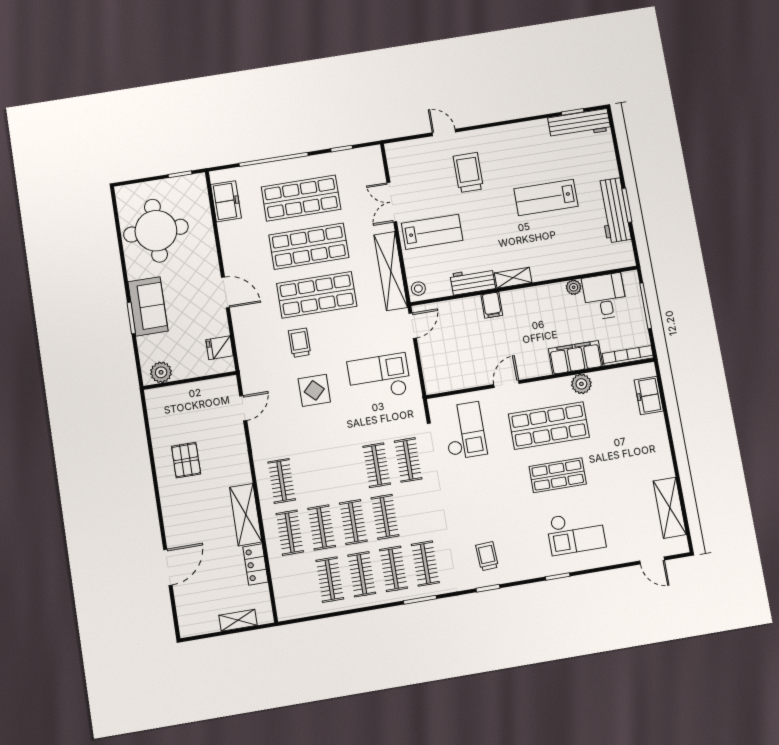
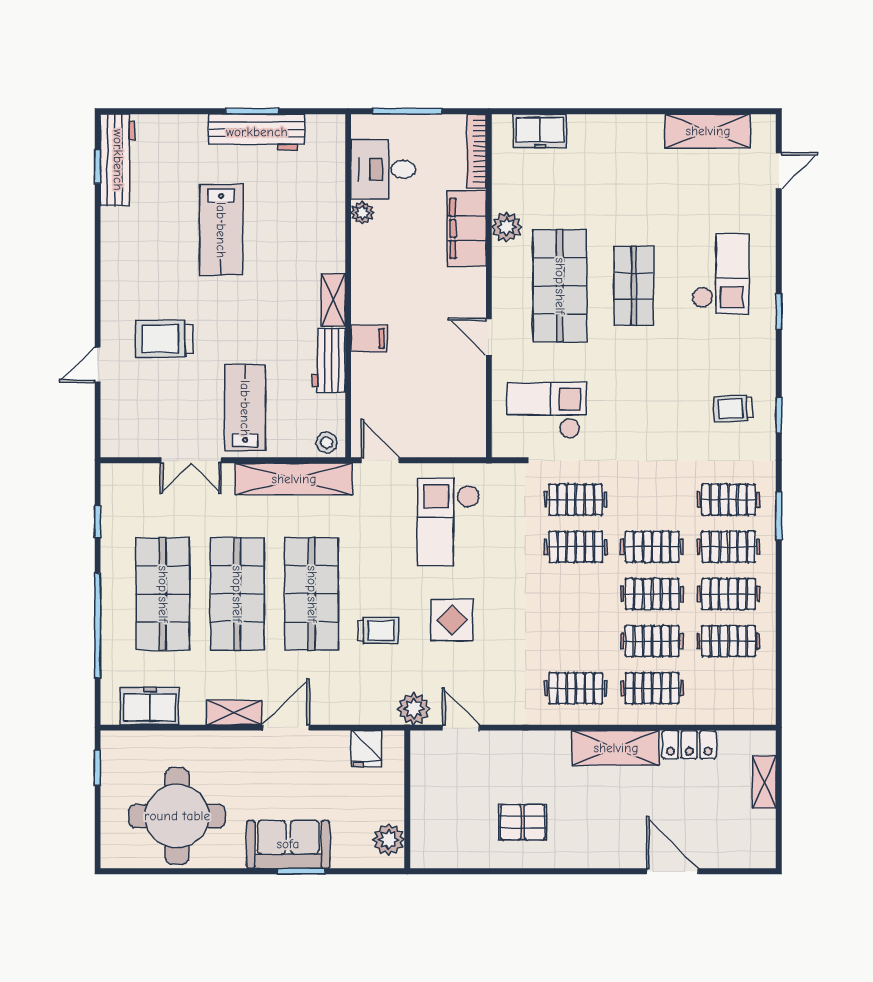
shelving: (230, 257) -> (234, 712), added
trolley: (300, 343) -> (378, 630), turned 180
plant: (251, 375) -> (414, 709), added

